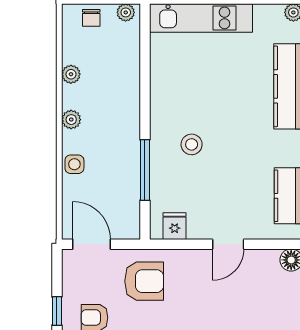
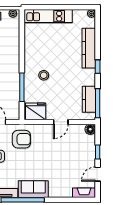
fridge: (175, 226) -> (36, 111), width x1.88, depth x1.34

